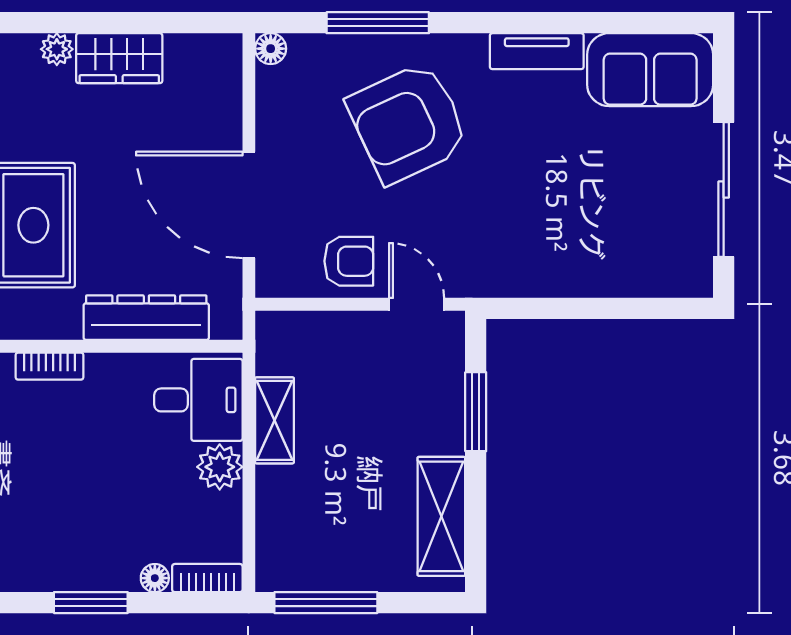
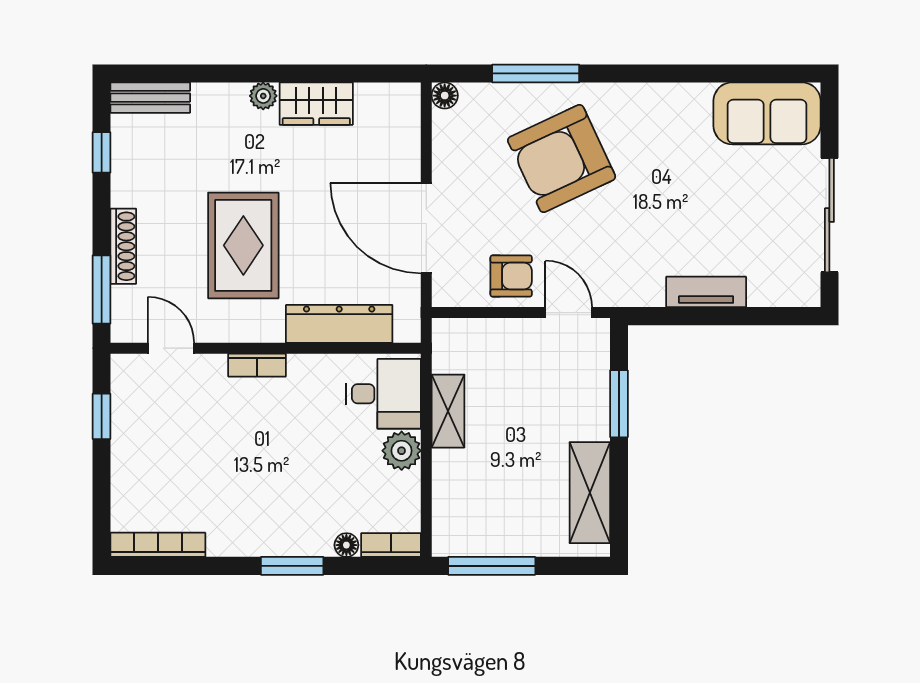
tv unit: (537, 51) -> (706, 292), moved, turned 180

